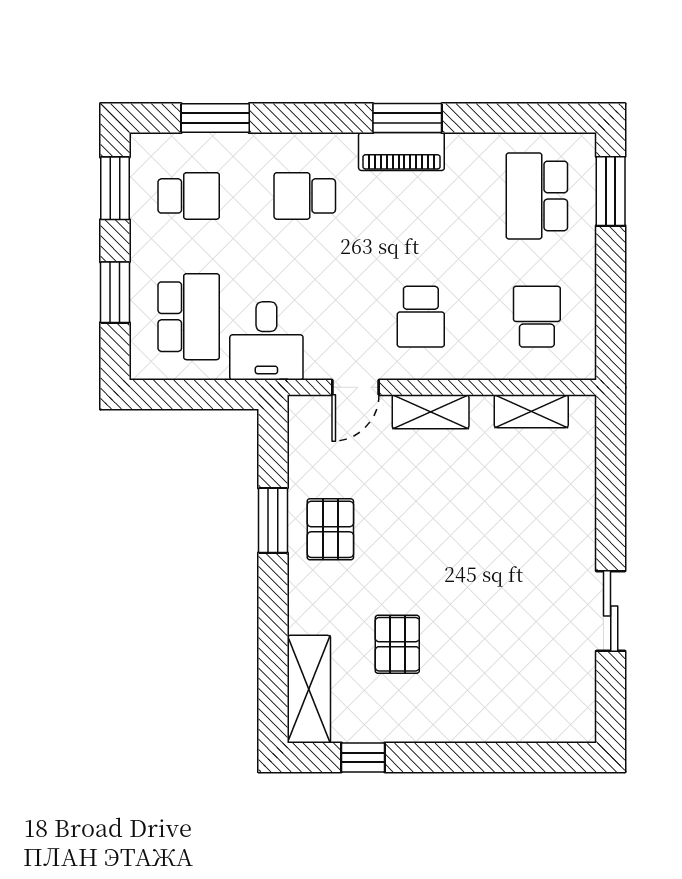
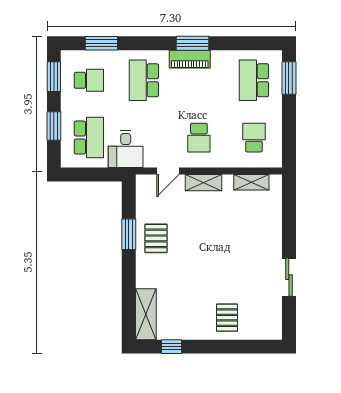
school desk: (305, 196) -> (144, 80), width x1.85
pallet: (397, 644) -> (227, 318), moved

